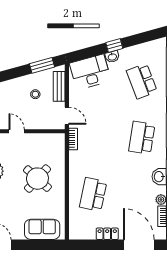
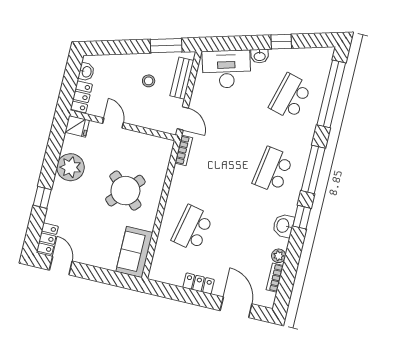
window: (114, 45) -> (281, 42), moved
school desk: (142, 81) -> (290, 97), turned 36
sofa: (42, 229) -> (134, 252), moved, turned -90
door: (139, 245) -> (236, 307), width x0.73

